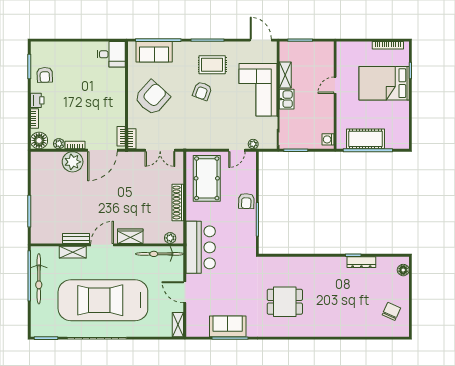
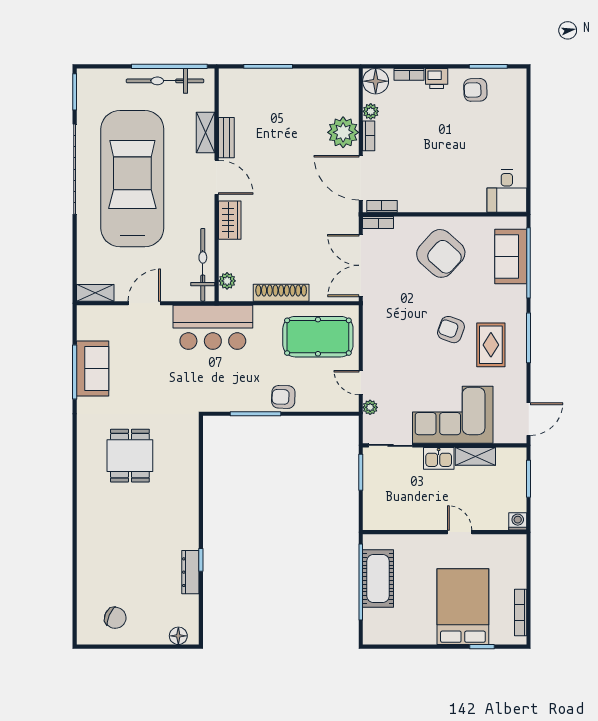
washing machine: (328, 139) -> (518, 521), moved
double door: (160, 150) -> (361, 265), width x1.37

